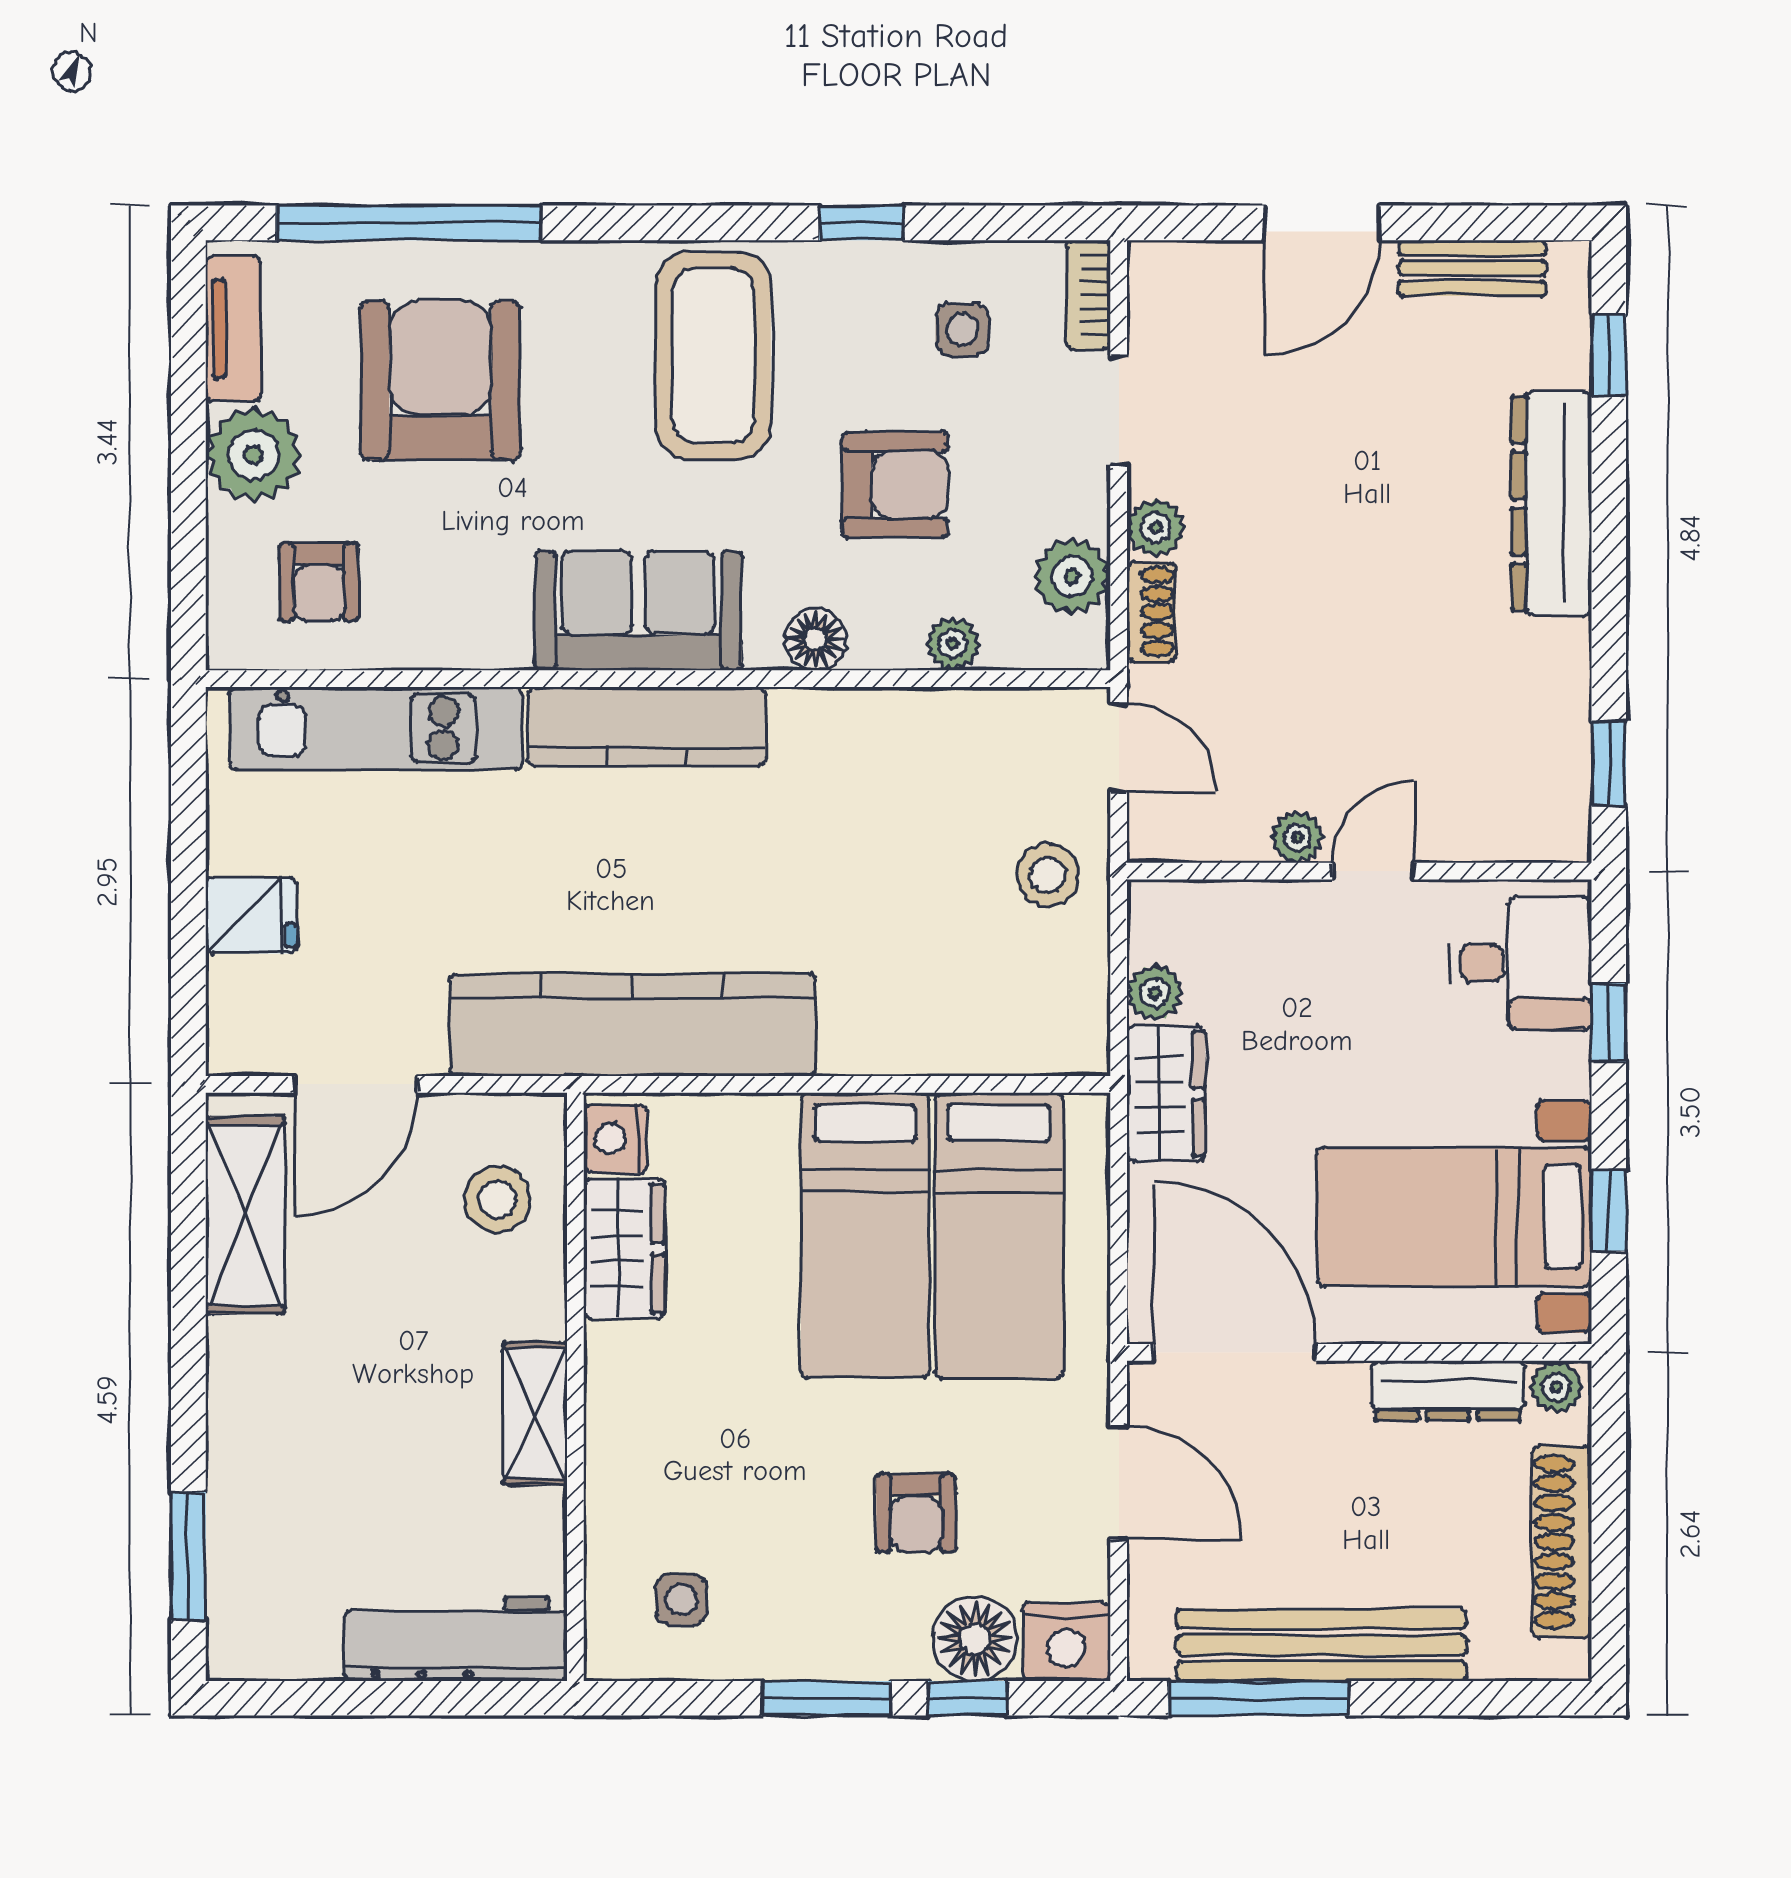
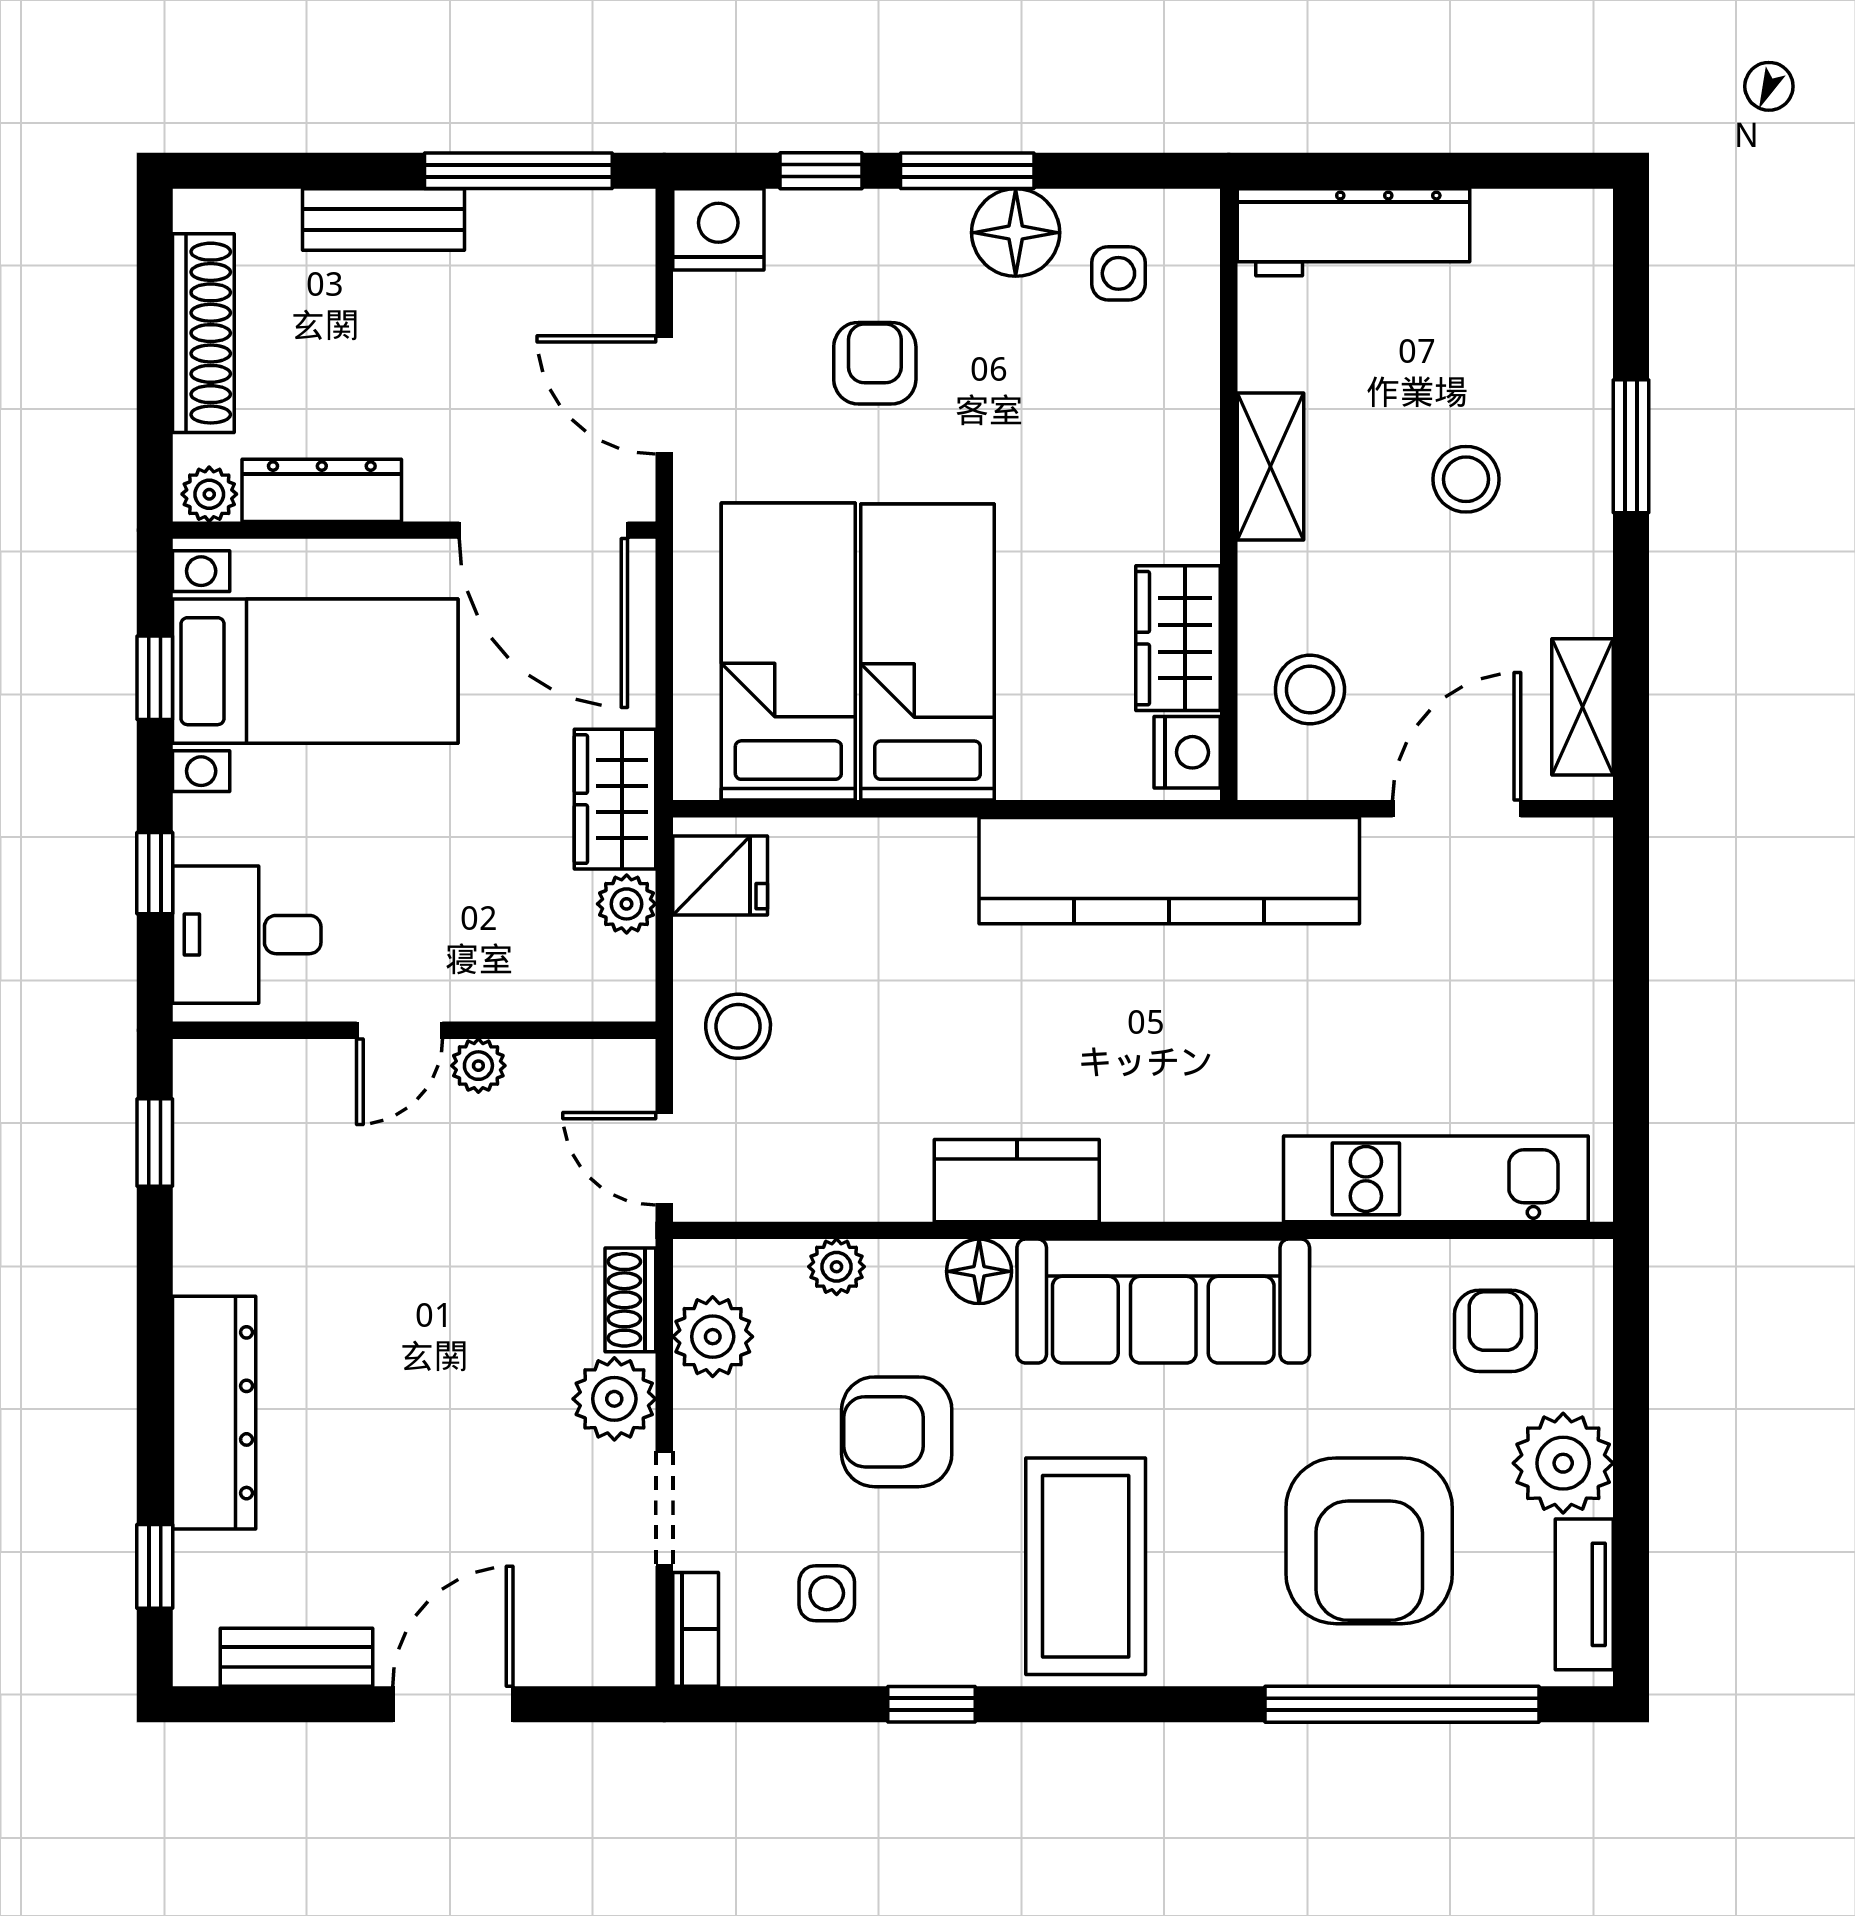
plant: (1156, 527) -> (614, 1399), width x1.38, depth x1.38
sofa: (638, 611) -> (1163, 1301), width x1.36
kitchen counter: (647, 727) -> (1017, 1181), moved, width x0.67
fridge: (251, 915) -> (720, 876), moved, turned 180
shelving: (245, 1215) -> (1582, 707), width x0.67, depth x0.75
stool: (347, 1401) -> (1466, 479), added
window: (188, 1556) -> (1631, 446), moved
floor lamp: (975, 1639) -> (1016, 233), moved
bench: (1322, 1645) -> (383, 219), width x0.54, depth x0.82

